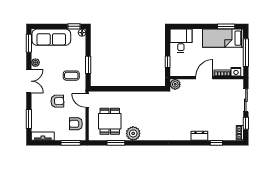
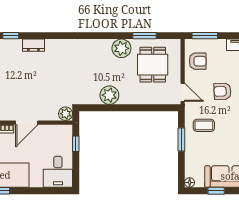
window: (74, 26) -> (216, 191), moved
plant: (142, 98) -> (109, 95), added

